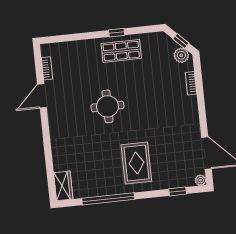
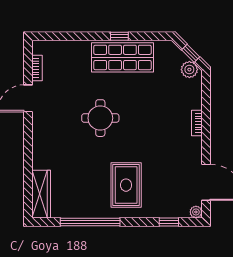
shop shelf: (121, 51) -> (122, 57), width x1.43, depth x1.36
bookcase: (191, 83) -> (197, 123), moved
wardrobe: (63, 186) -> (41, 194), width x1.50

